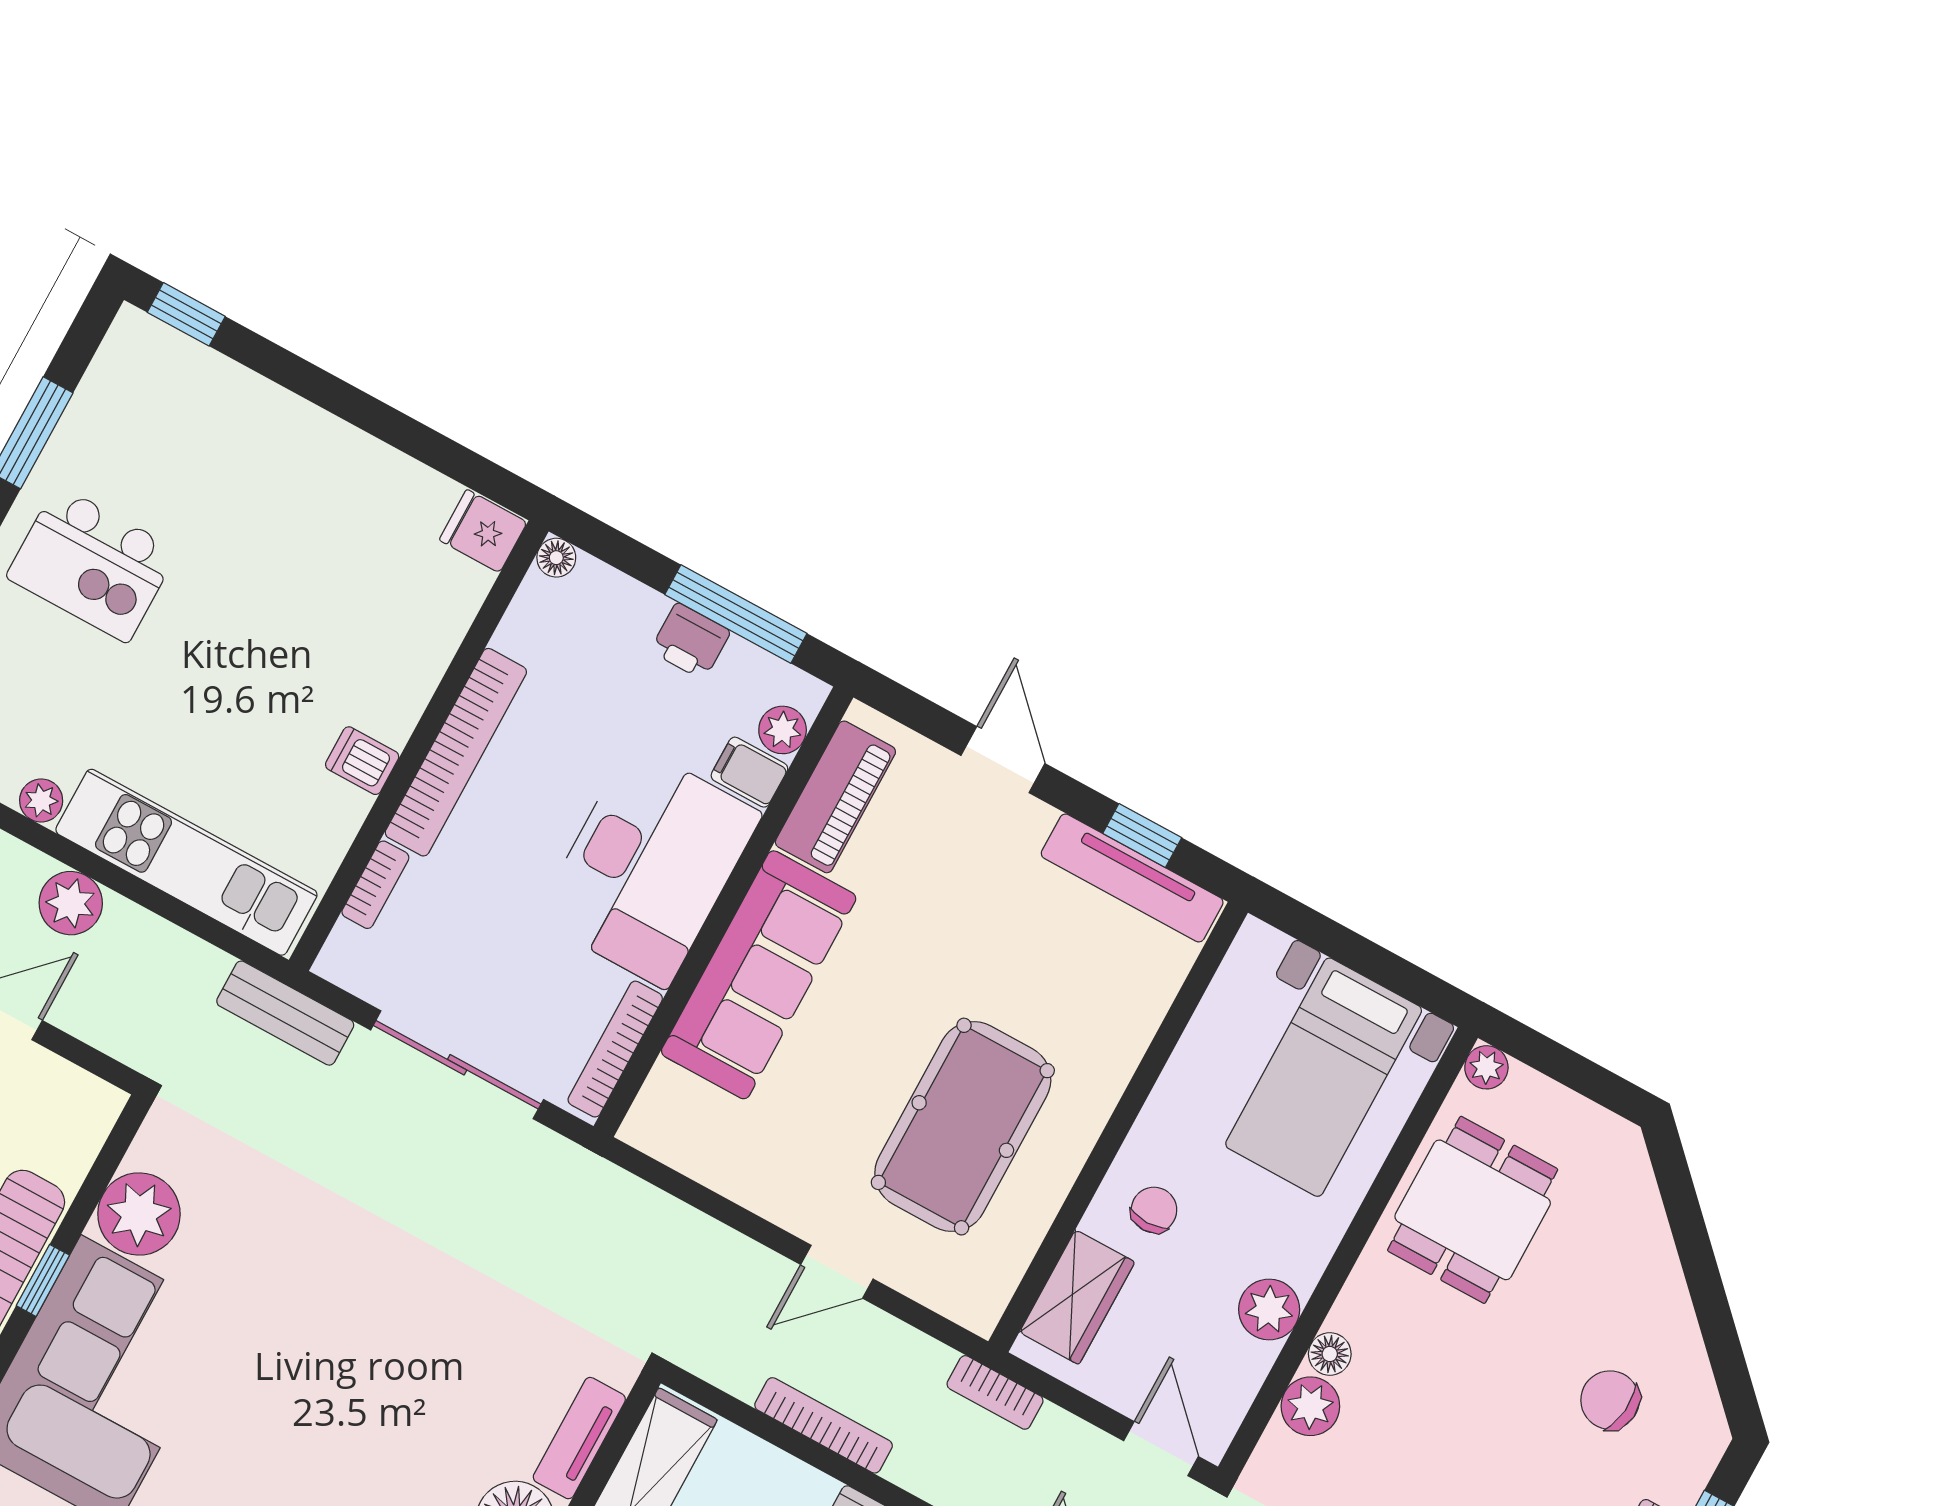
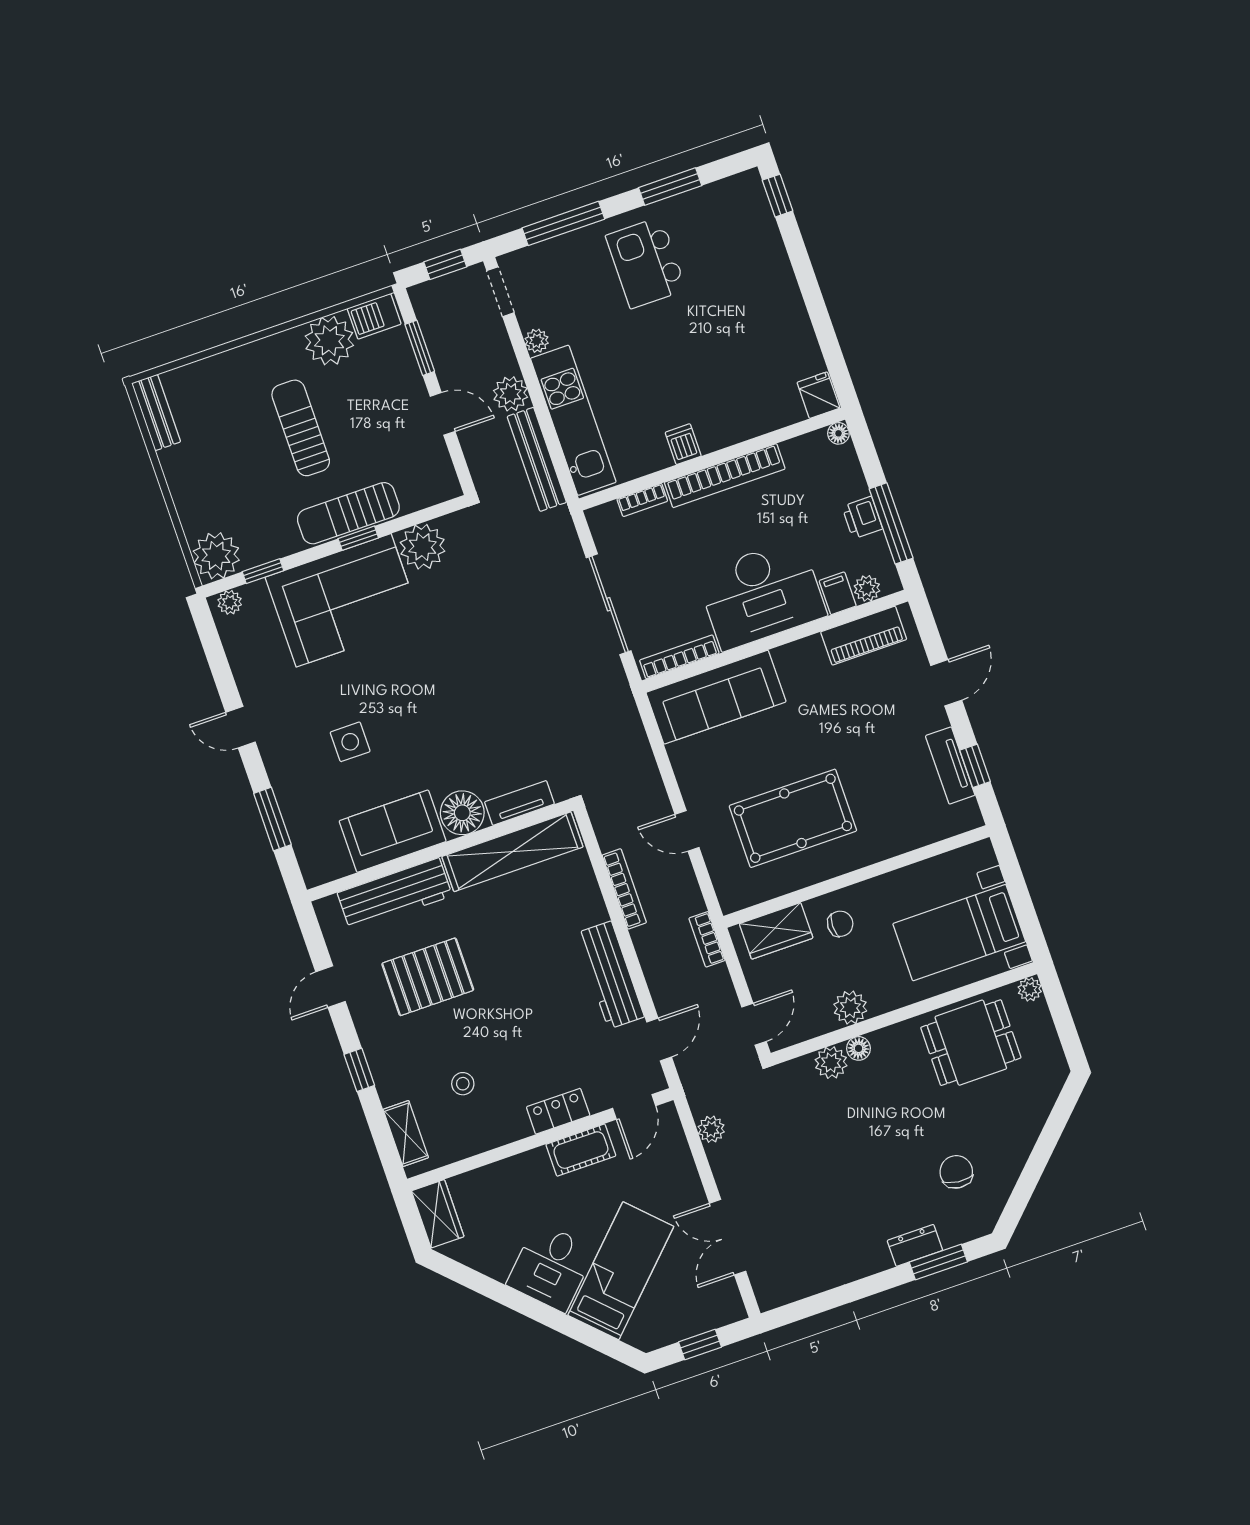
tv unit: (1132, 878) -> (950, 765), width x0.71
sofa: (759, 975) -> (716, 697), moved
bench: (285, 1013) -> (537, 459), moved, width x1.36

